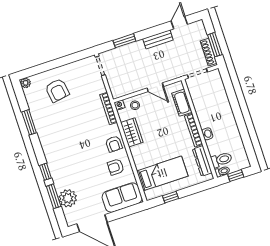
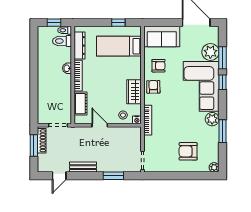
armchair: (57, 90) -> (188, 151), turned -81
plant: (44, 131) -> (212, 119), added
corner sofa: (66, 160) -> (201, 86), added

